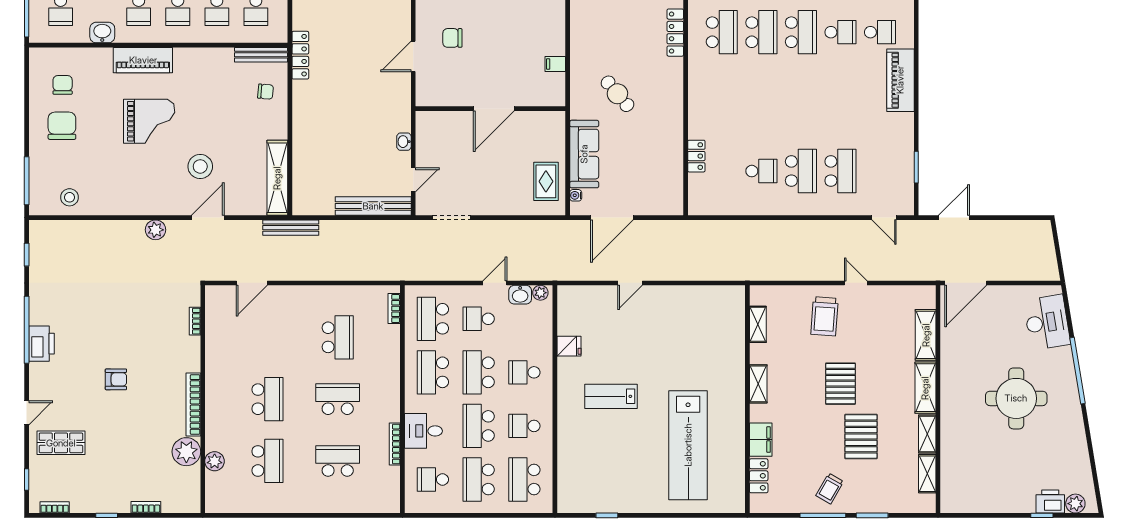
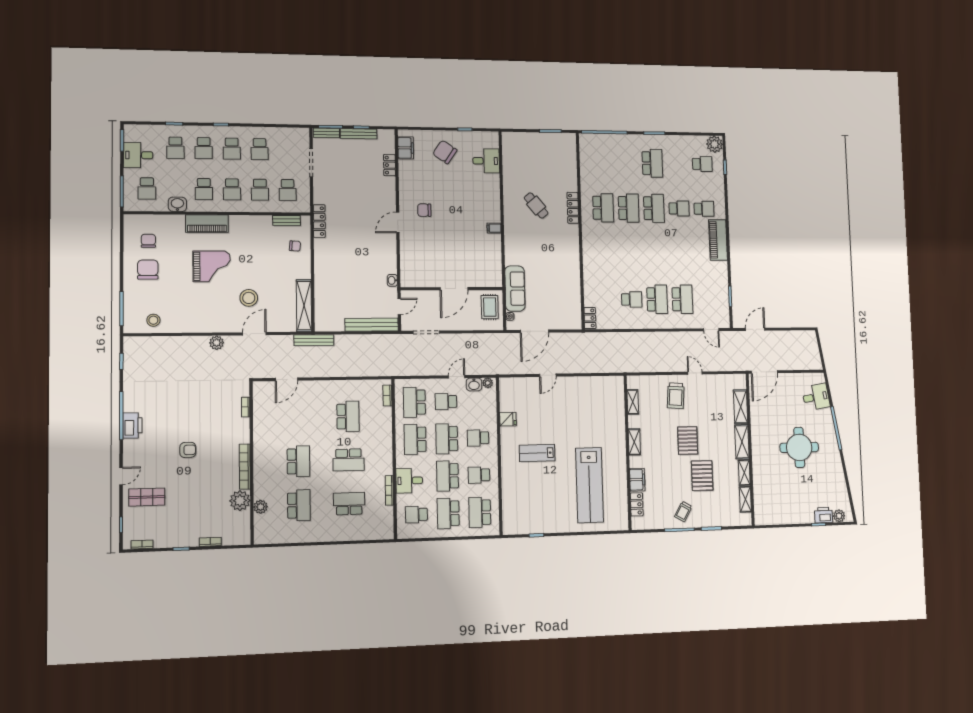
bench: (261, 55) -> (287, 220), width x0.73
cafe table: (617, 94) -> (536, 206), moved
wall: (490, 109) -> (452, 289), moved
door: (494, 109) -> (454, 289), moved
locker: (696, 156) -> (590, 318), moved
desk: (1047, 322) -> (816, 397), width x0.73
school desk: (338, 399) -> (349, 460), turned 180

